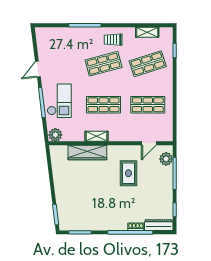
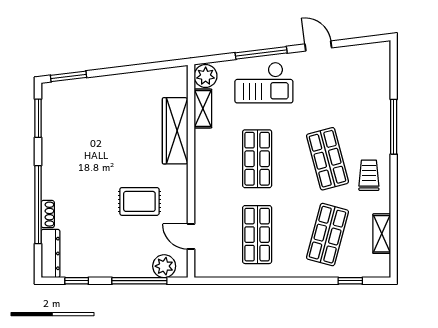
shop shelf: (148, 64) -> (328, 235), turned 33
shelving: (96, 136) -> (203, 109), moved

